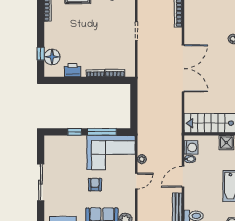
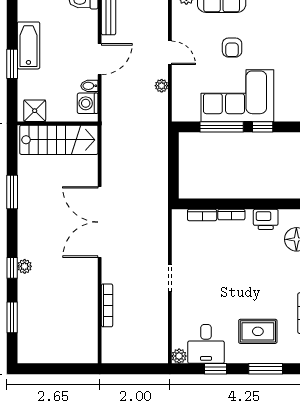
corner sofa: (111, 153) -> (237, 96), moved
door: (136, 181) -> (170, 53), swing flipped

